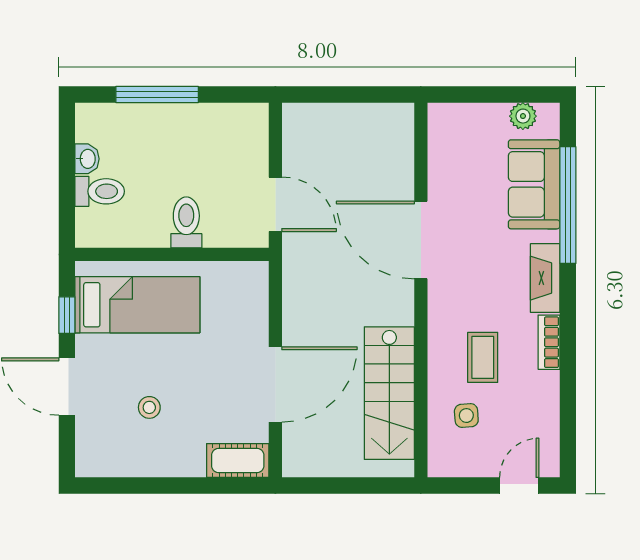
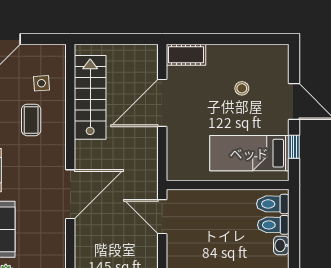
toilet: (186, 222) -> (273, 204), moved, turned 90
door: (421, 240) -> (70, 194), hinge flipped

